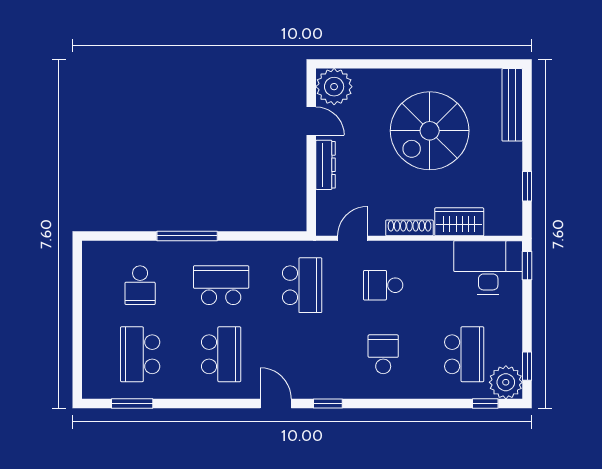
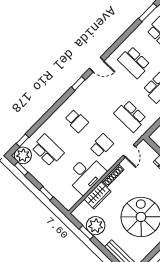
plant: (504, 183) -> (96, 226), added
window: (527, 266) -> (46, 193), moved
desk: (488, 267) -> (86, 174), moved
school desk: (464, 354) -> (48, 150), turned 180

